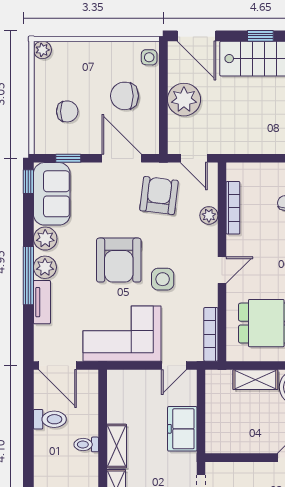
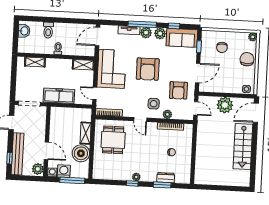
window: (260, 36) -> (254, 144), removed
chair: (124, 96) -> (247, 59), moved
door: (194, 158) -> (196, 108), swing flipped
window: (28, 182) -> (174, 26), moved
armchair: (159, 195) -> (178, 90), turned 83
armchair: (119, 260) -> (148, 69), turned -90
side table: (163, 279) -> (154, 104), moved
toilet: (50, 419) -> (48, 30), moved
freezer: (182, 429) -> (59, 96), width x1.40
shelving: (117, 446) -> (83, 65), moved

